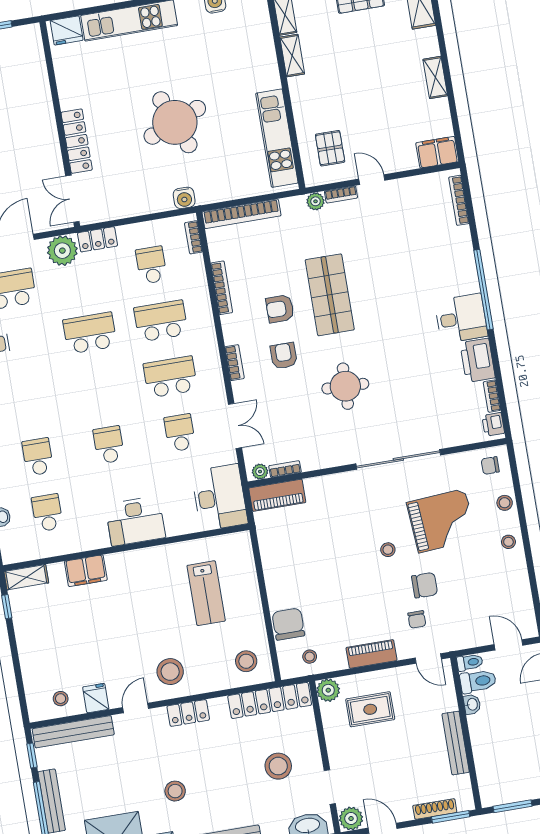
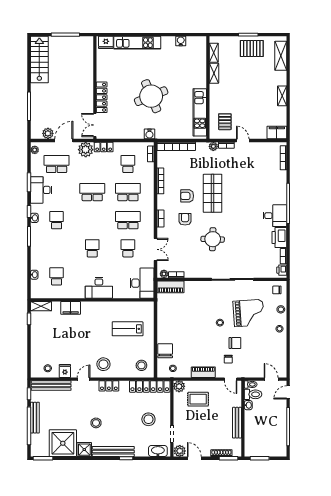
school desk: (38, 457) -> (57, 220), moved
lab bench: (206, 593) -> (128, 329), turned 90

